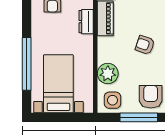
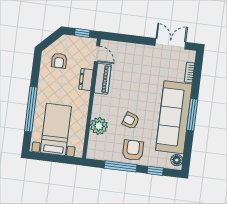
armchair: (145, 45) -> (131, 121), moved
side table: (112, 100) -> (100, 149), removed

